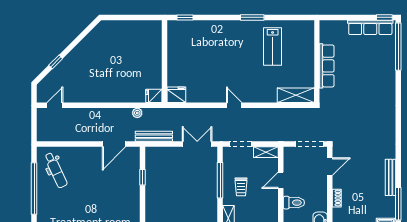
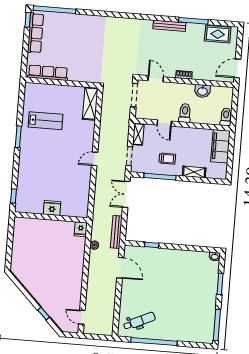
row of seats: (327, 66) -> (48, 73), moved
fridge: (176, 95) -> (52, 208), moved, turned 90

